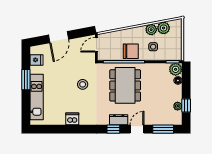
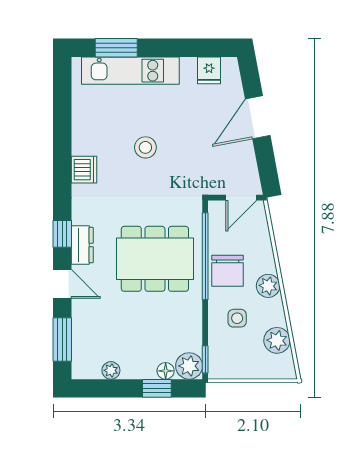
plant: (151, 30) -> (268, 286), moved
door: (59, 37) -> (258, 117), hinge flipped
door: (96, 45) -> (241, 198), swing flipped
window: (26, 80) -> (116, 48), moved
stool: (83, 84) -> (145, 147), moved
window: (186, 106) -> (157, 388), moved
dishwasher: (72, 119) -> (84, 170), moved

